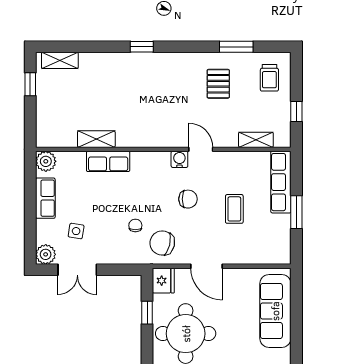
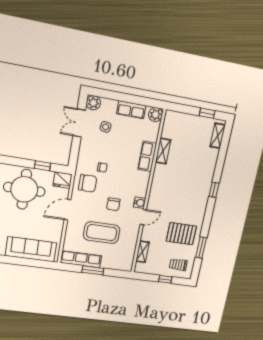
pallet: (218, 84) -> (181, 234), width x1.50, depth x1.42
window: (296, 111) -> (165, 279), moved
row of seats: (281, 182) -> (81, 259), moved
coffee table: (234, 209) -> (102, 233), width x1.86, depth x1.72
chair: (162, 243) -> (88, 183), turned 76

